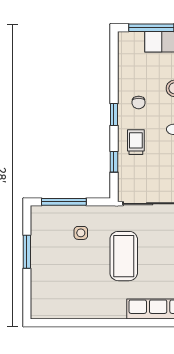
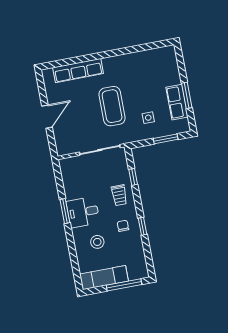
window: (114, 115) -> (142, 226), moved
window: (64, 202) -> (166, 139), width x0.69
row of seats: (41, 246) -> (177, 102), added

